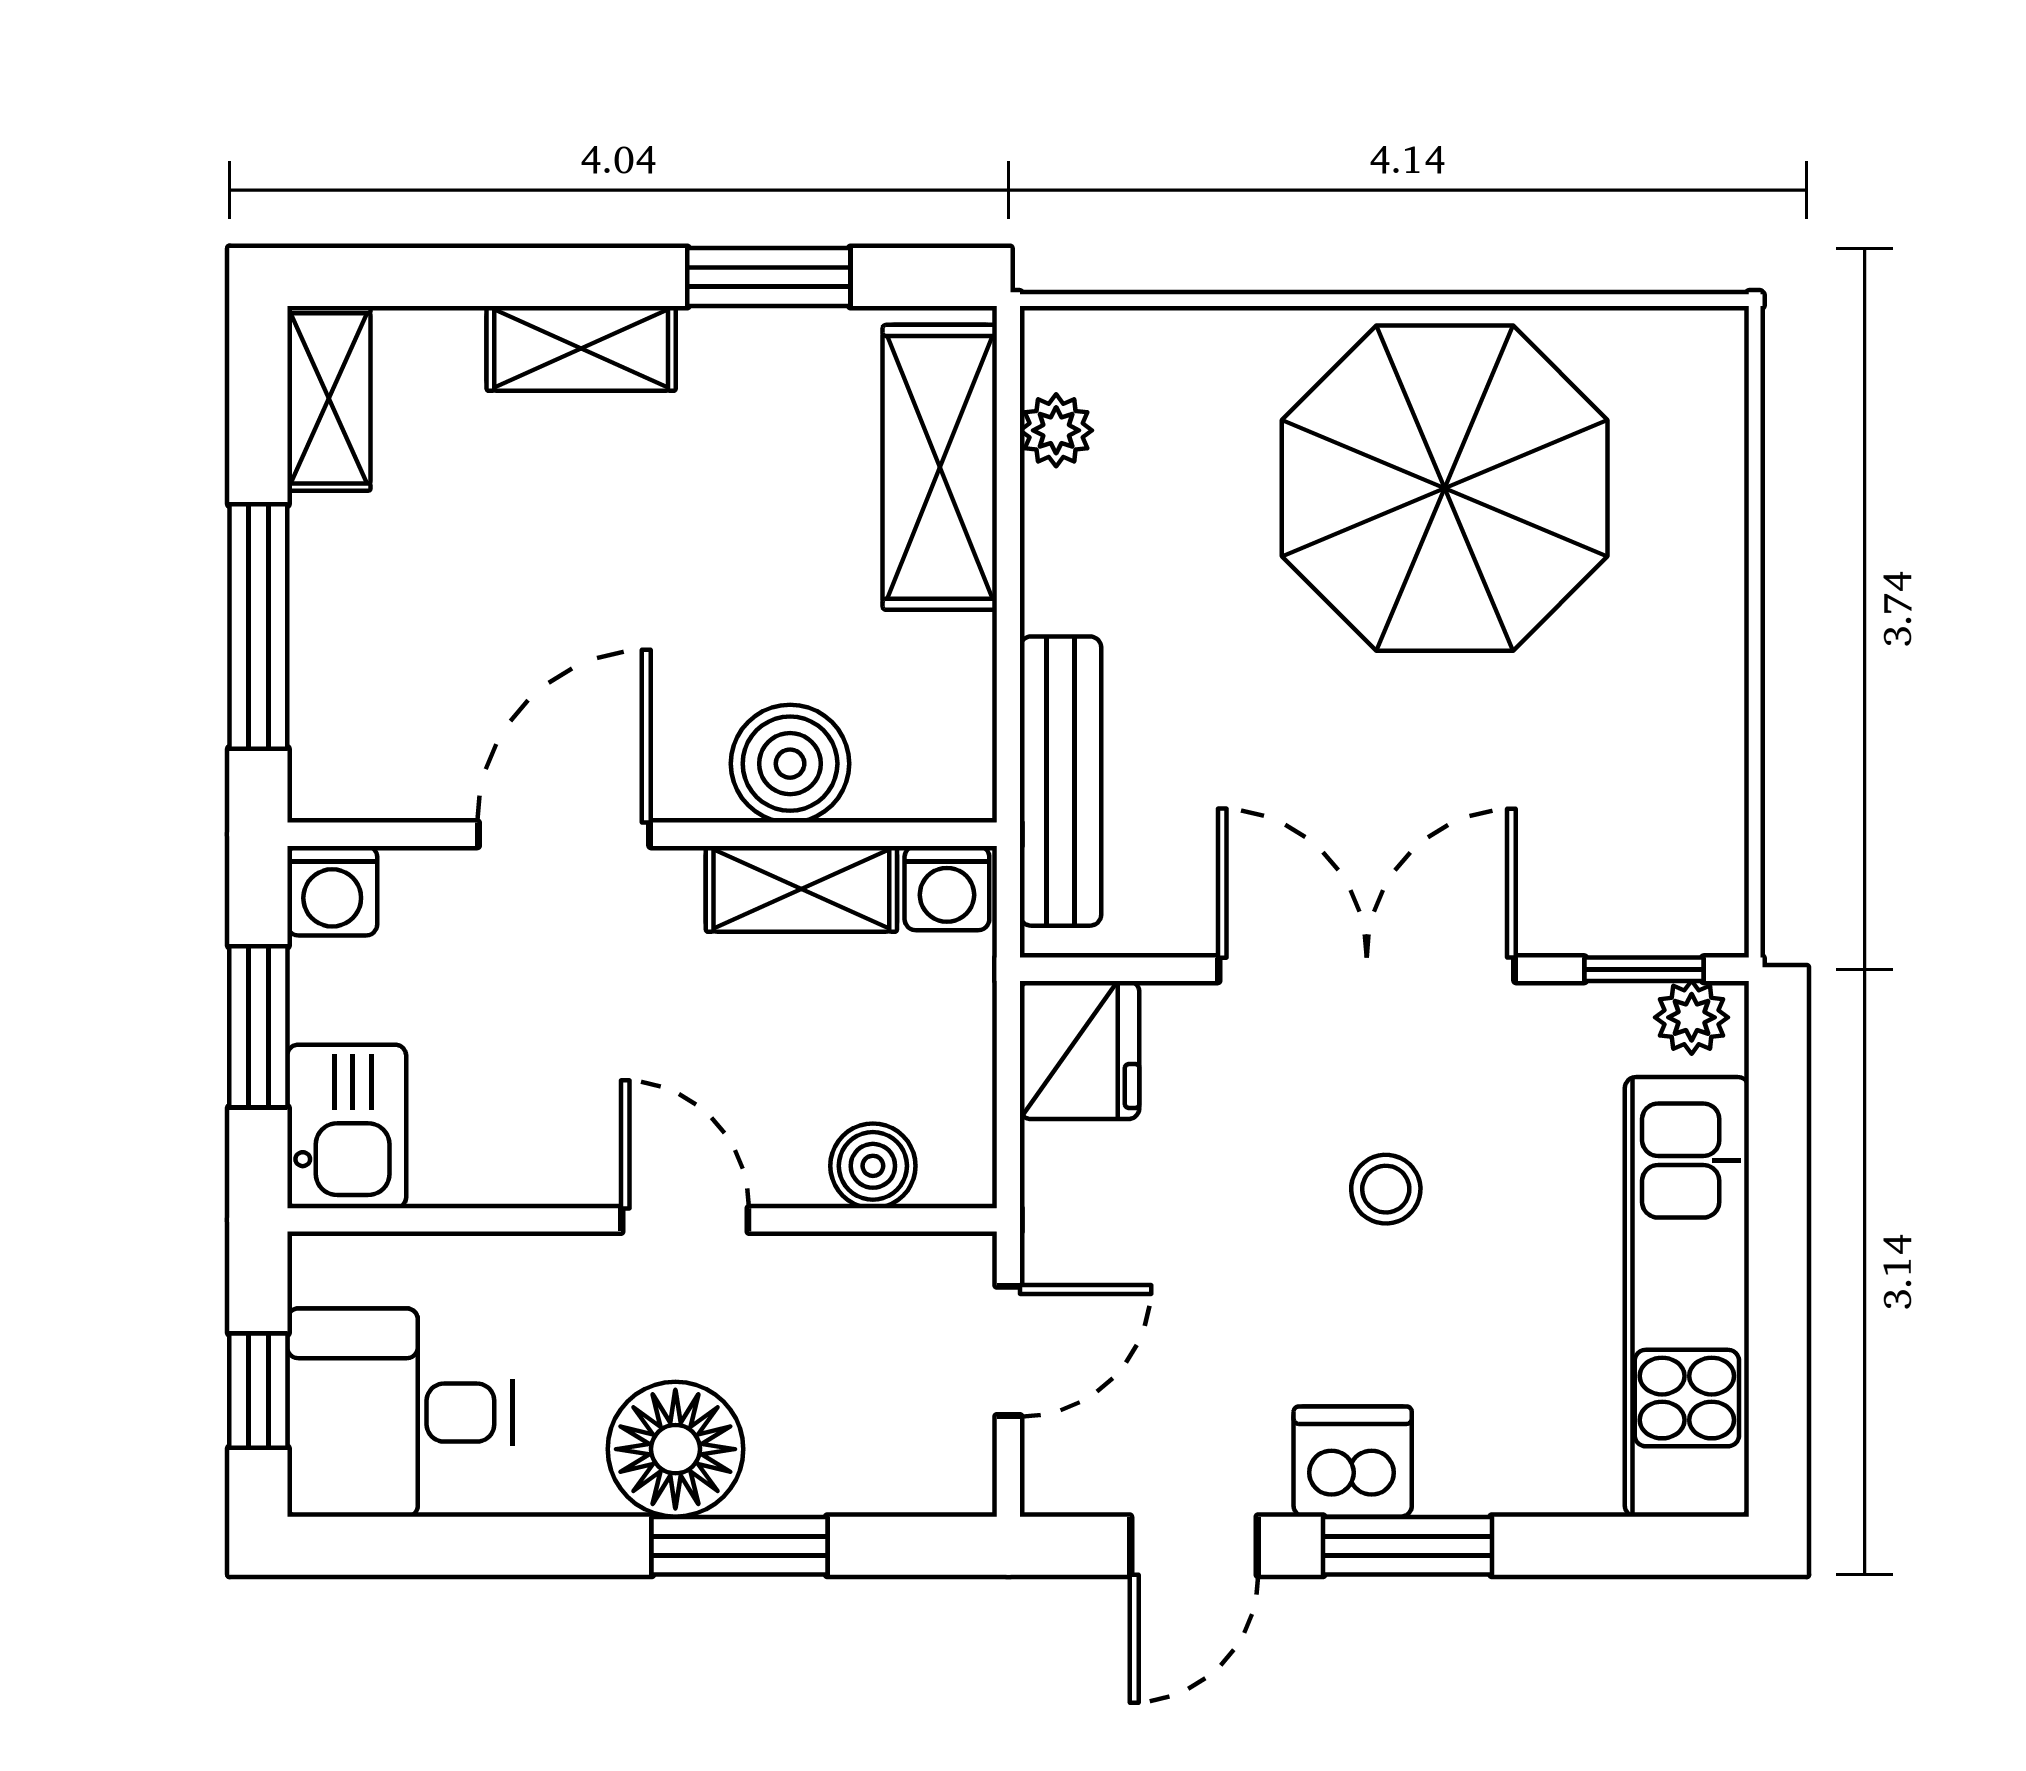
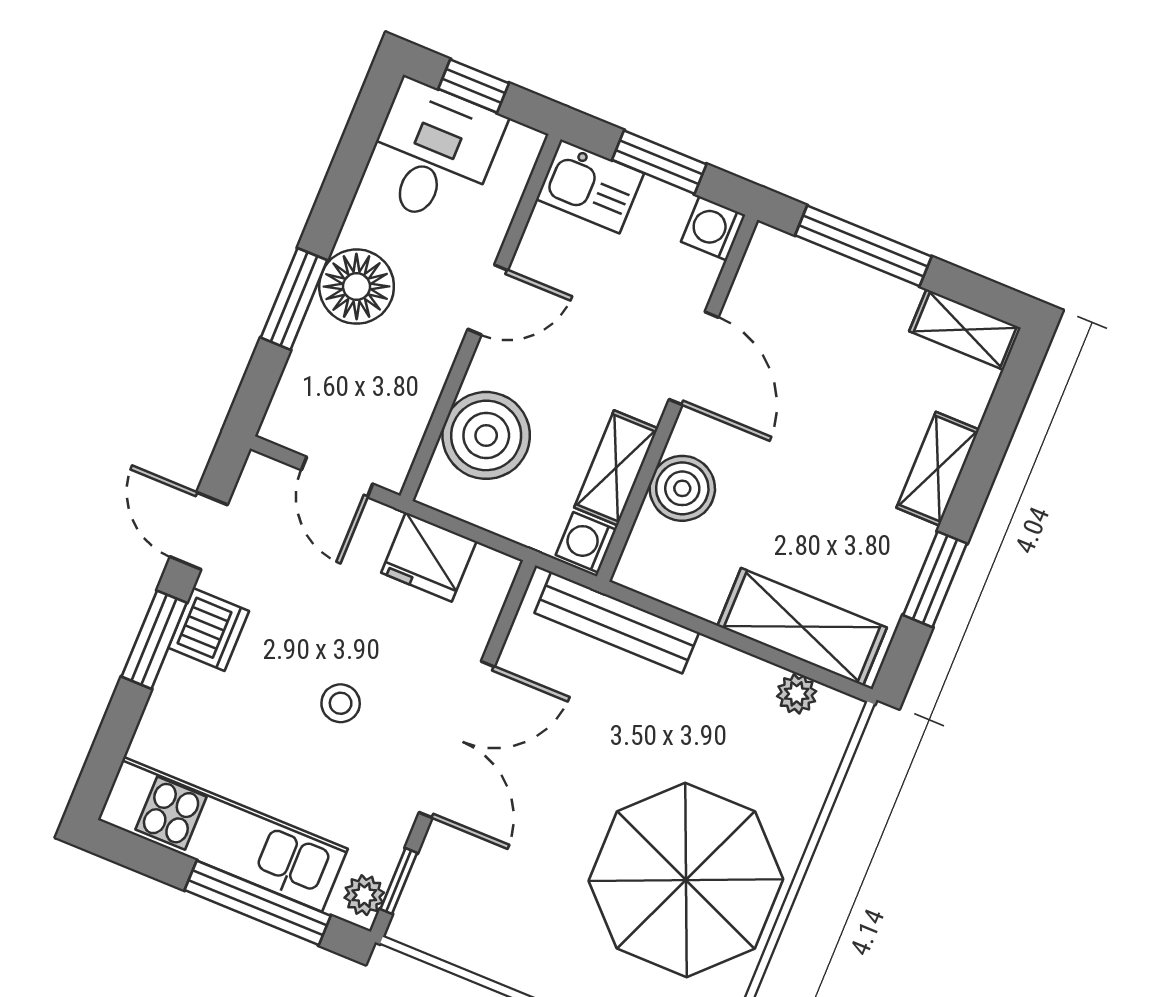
fridge: (1080, 1050) -> (429, 557), moved
boiler: (873, 1166) -> (486, 435), width x1.86, depth x1.86
window: (1778, 1191) -> (258, 903), added
door: (685, 1220) -> (488, 300), moved

